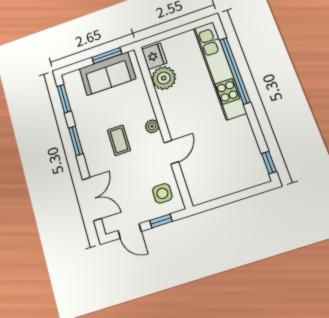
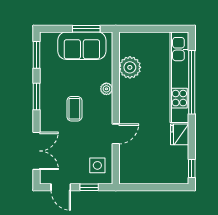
fridge: (154, 56) -> (180, 134), moved, turned 180
plant: (152, 126) -> (106, 89), moved

